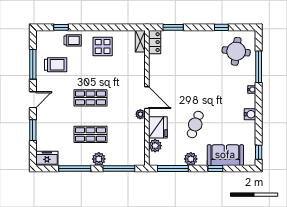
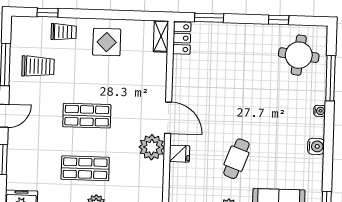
plant: (140, 114) -> (152, 147), width x1.88, depth x1.88
fridge: (158, 127) -> (179, 154), width x0.53, depth x0.75
plant: (155, 146) -> (178, 187), removed

